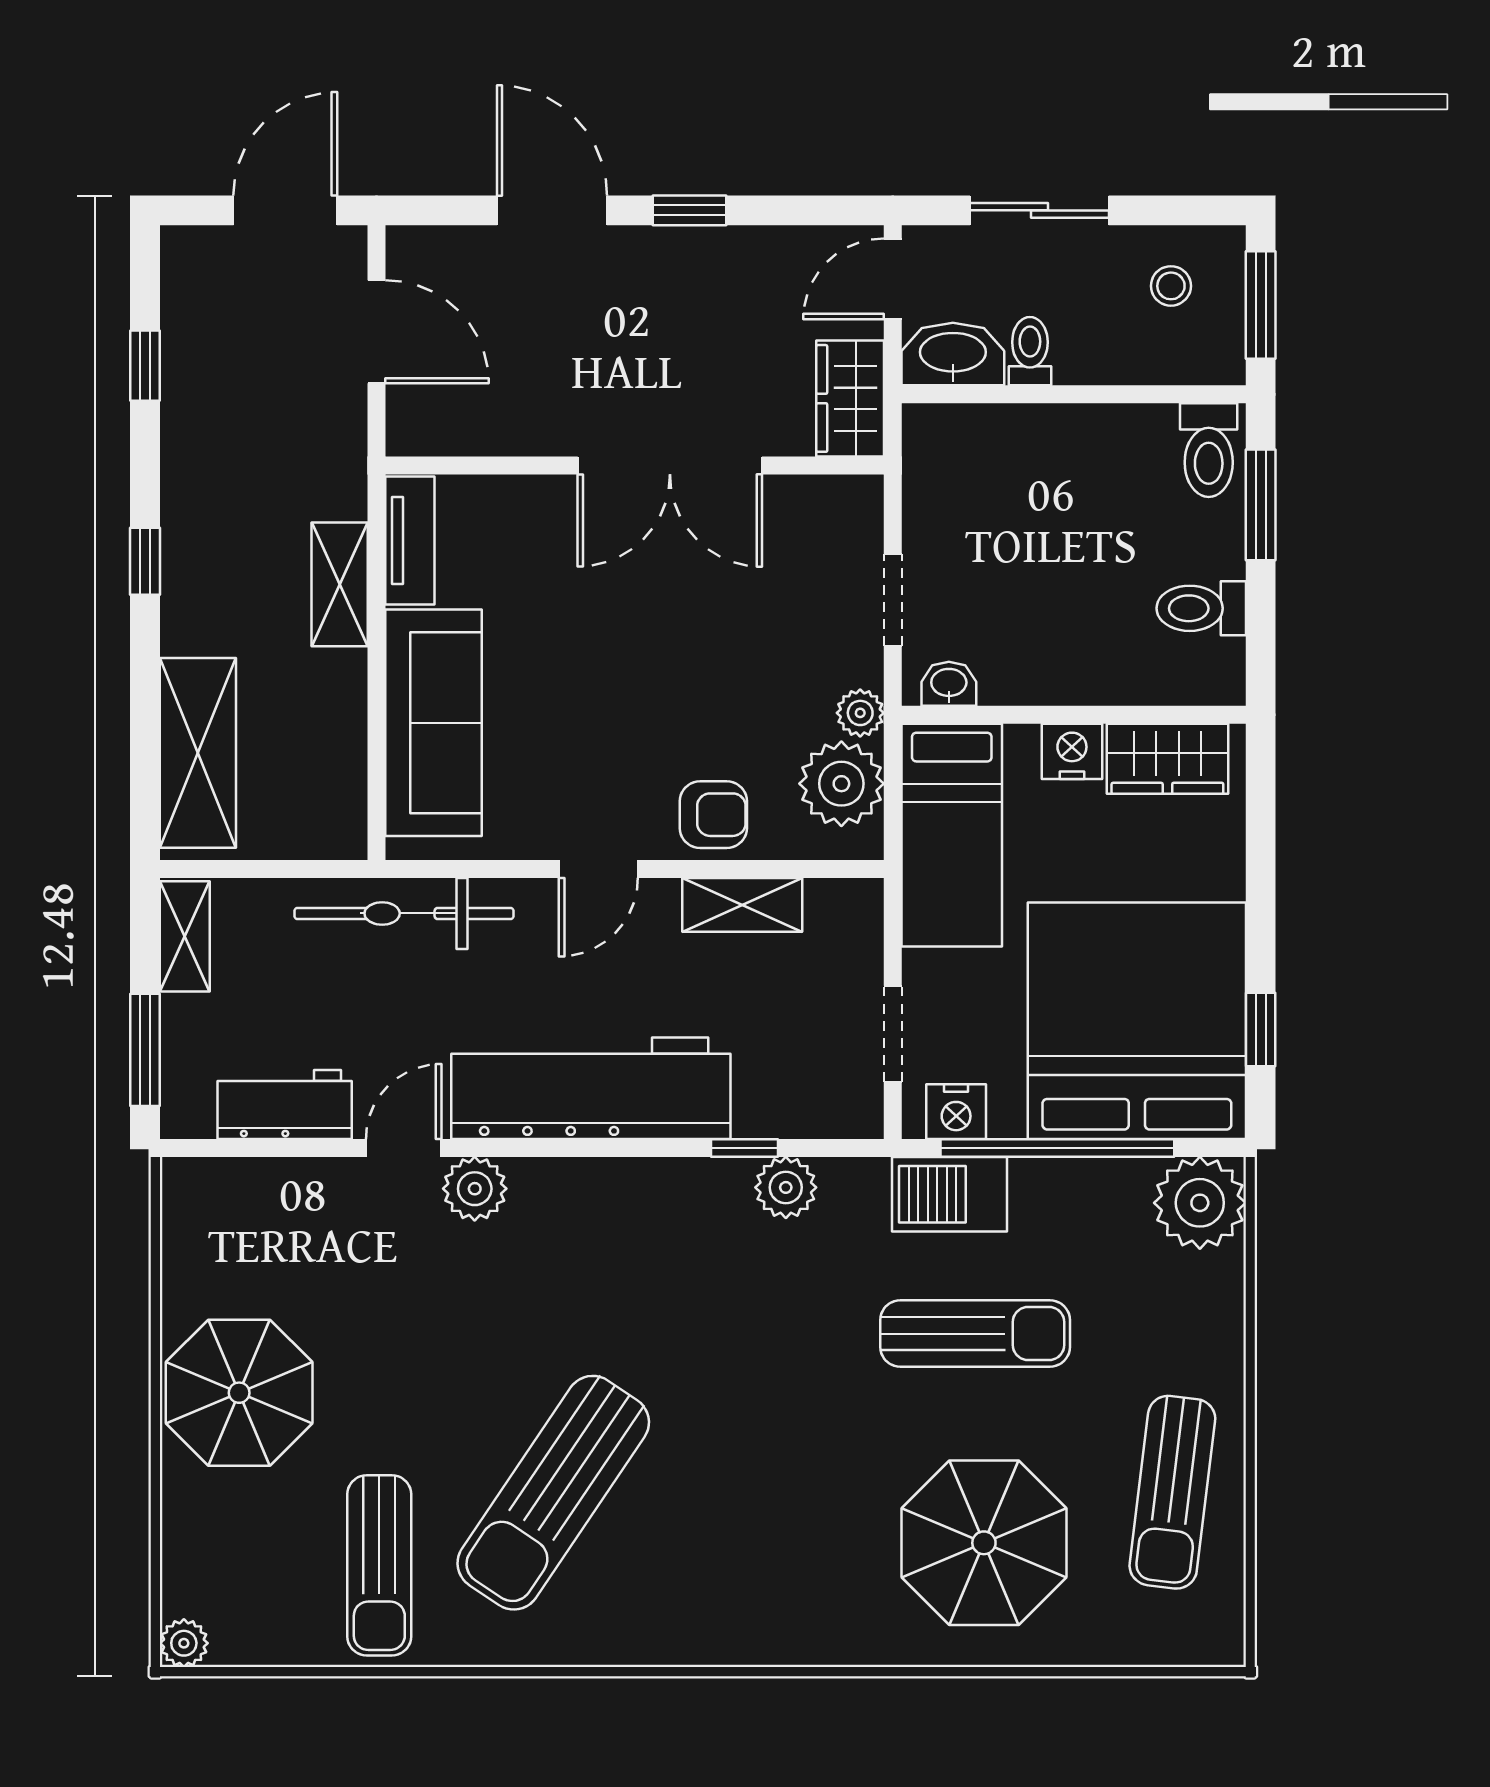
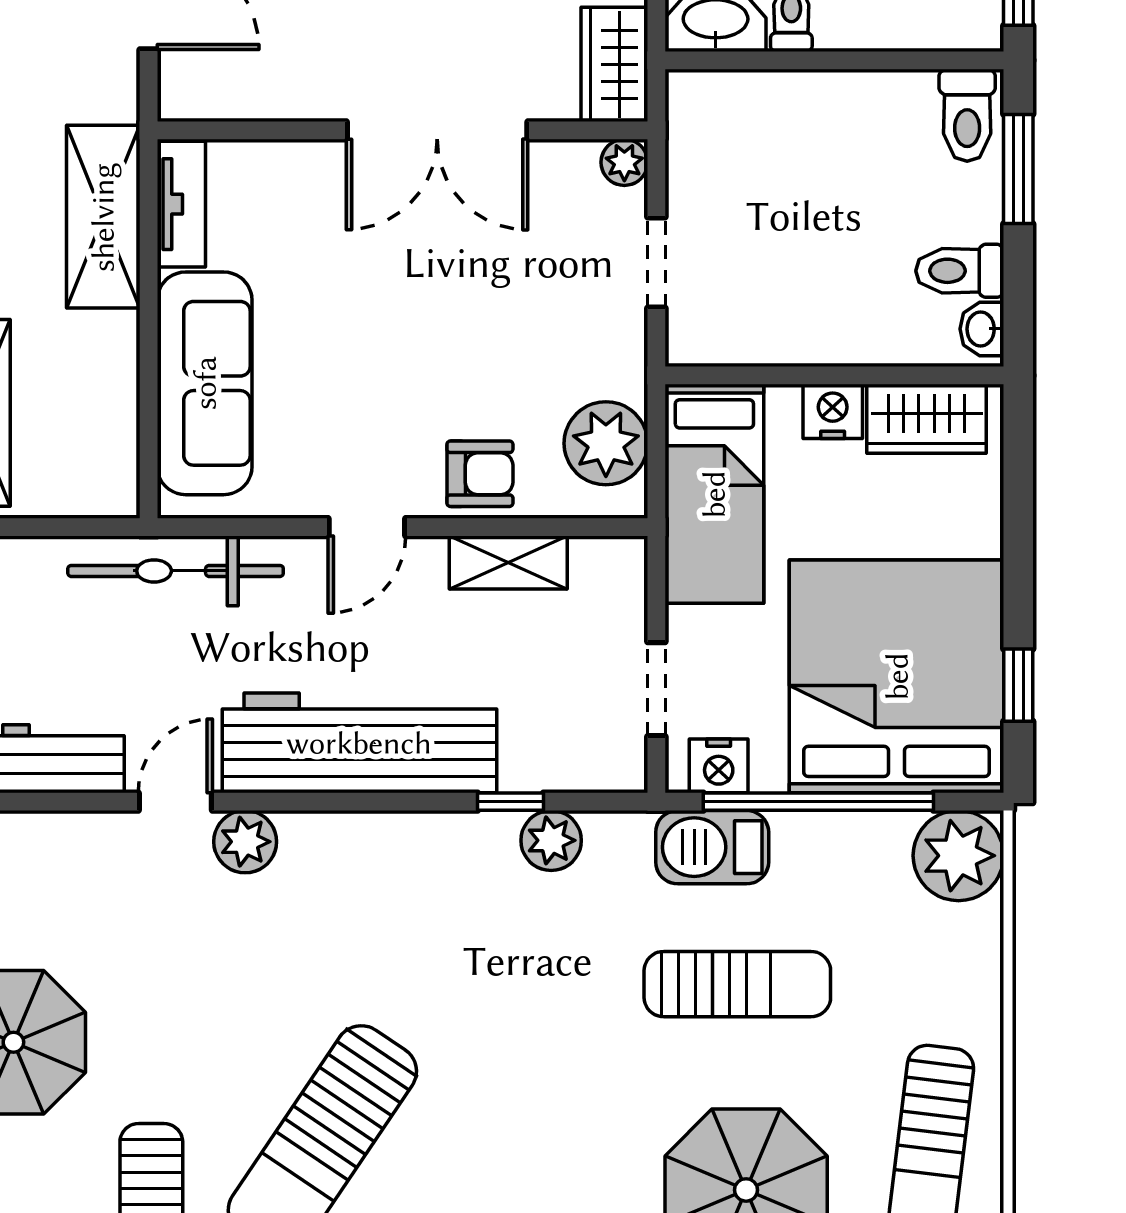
shelving: (340, 584) -> (103, 217), width x1.50, depth x1.33
washbasin: (949, 684) -> (982, 329), moved, turned -90
plant: (860, 713) -> (624, 162), moved

